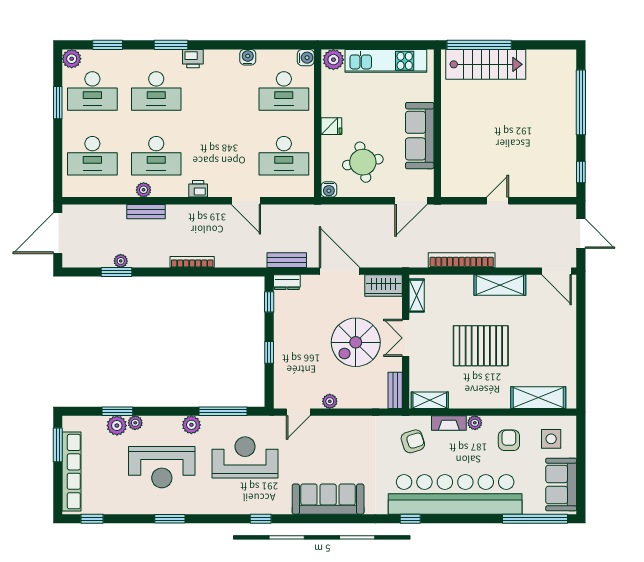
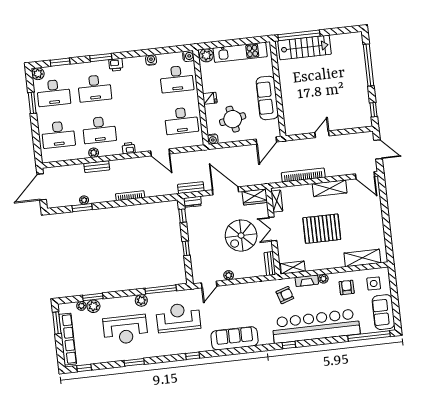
plant: (135, 423) -> (81, 306), moved

